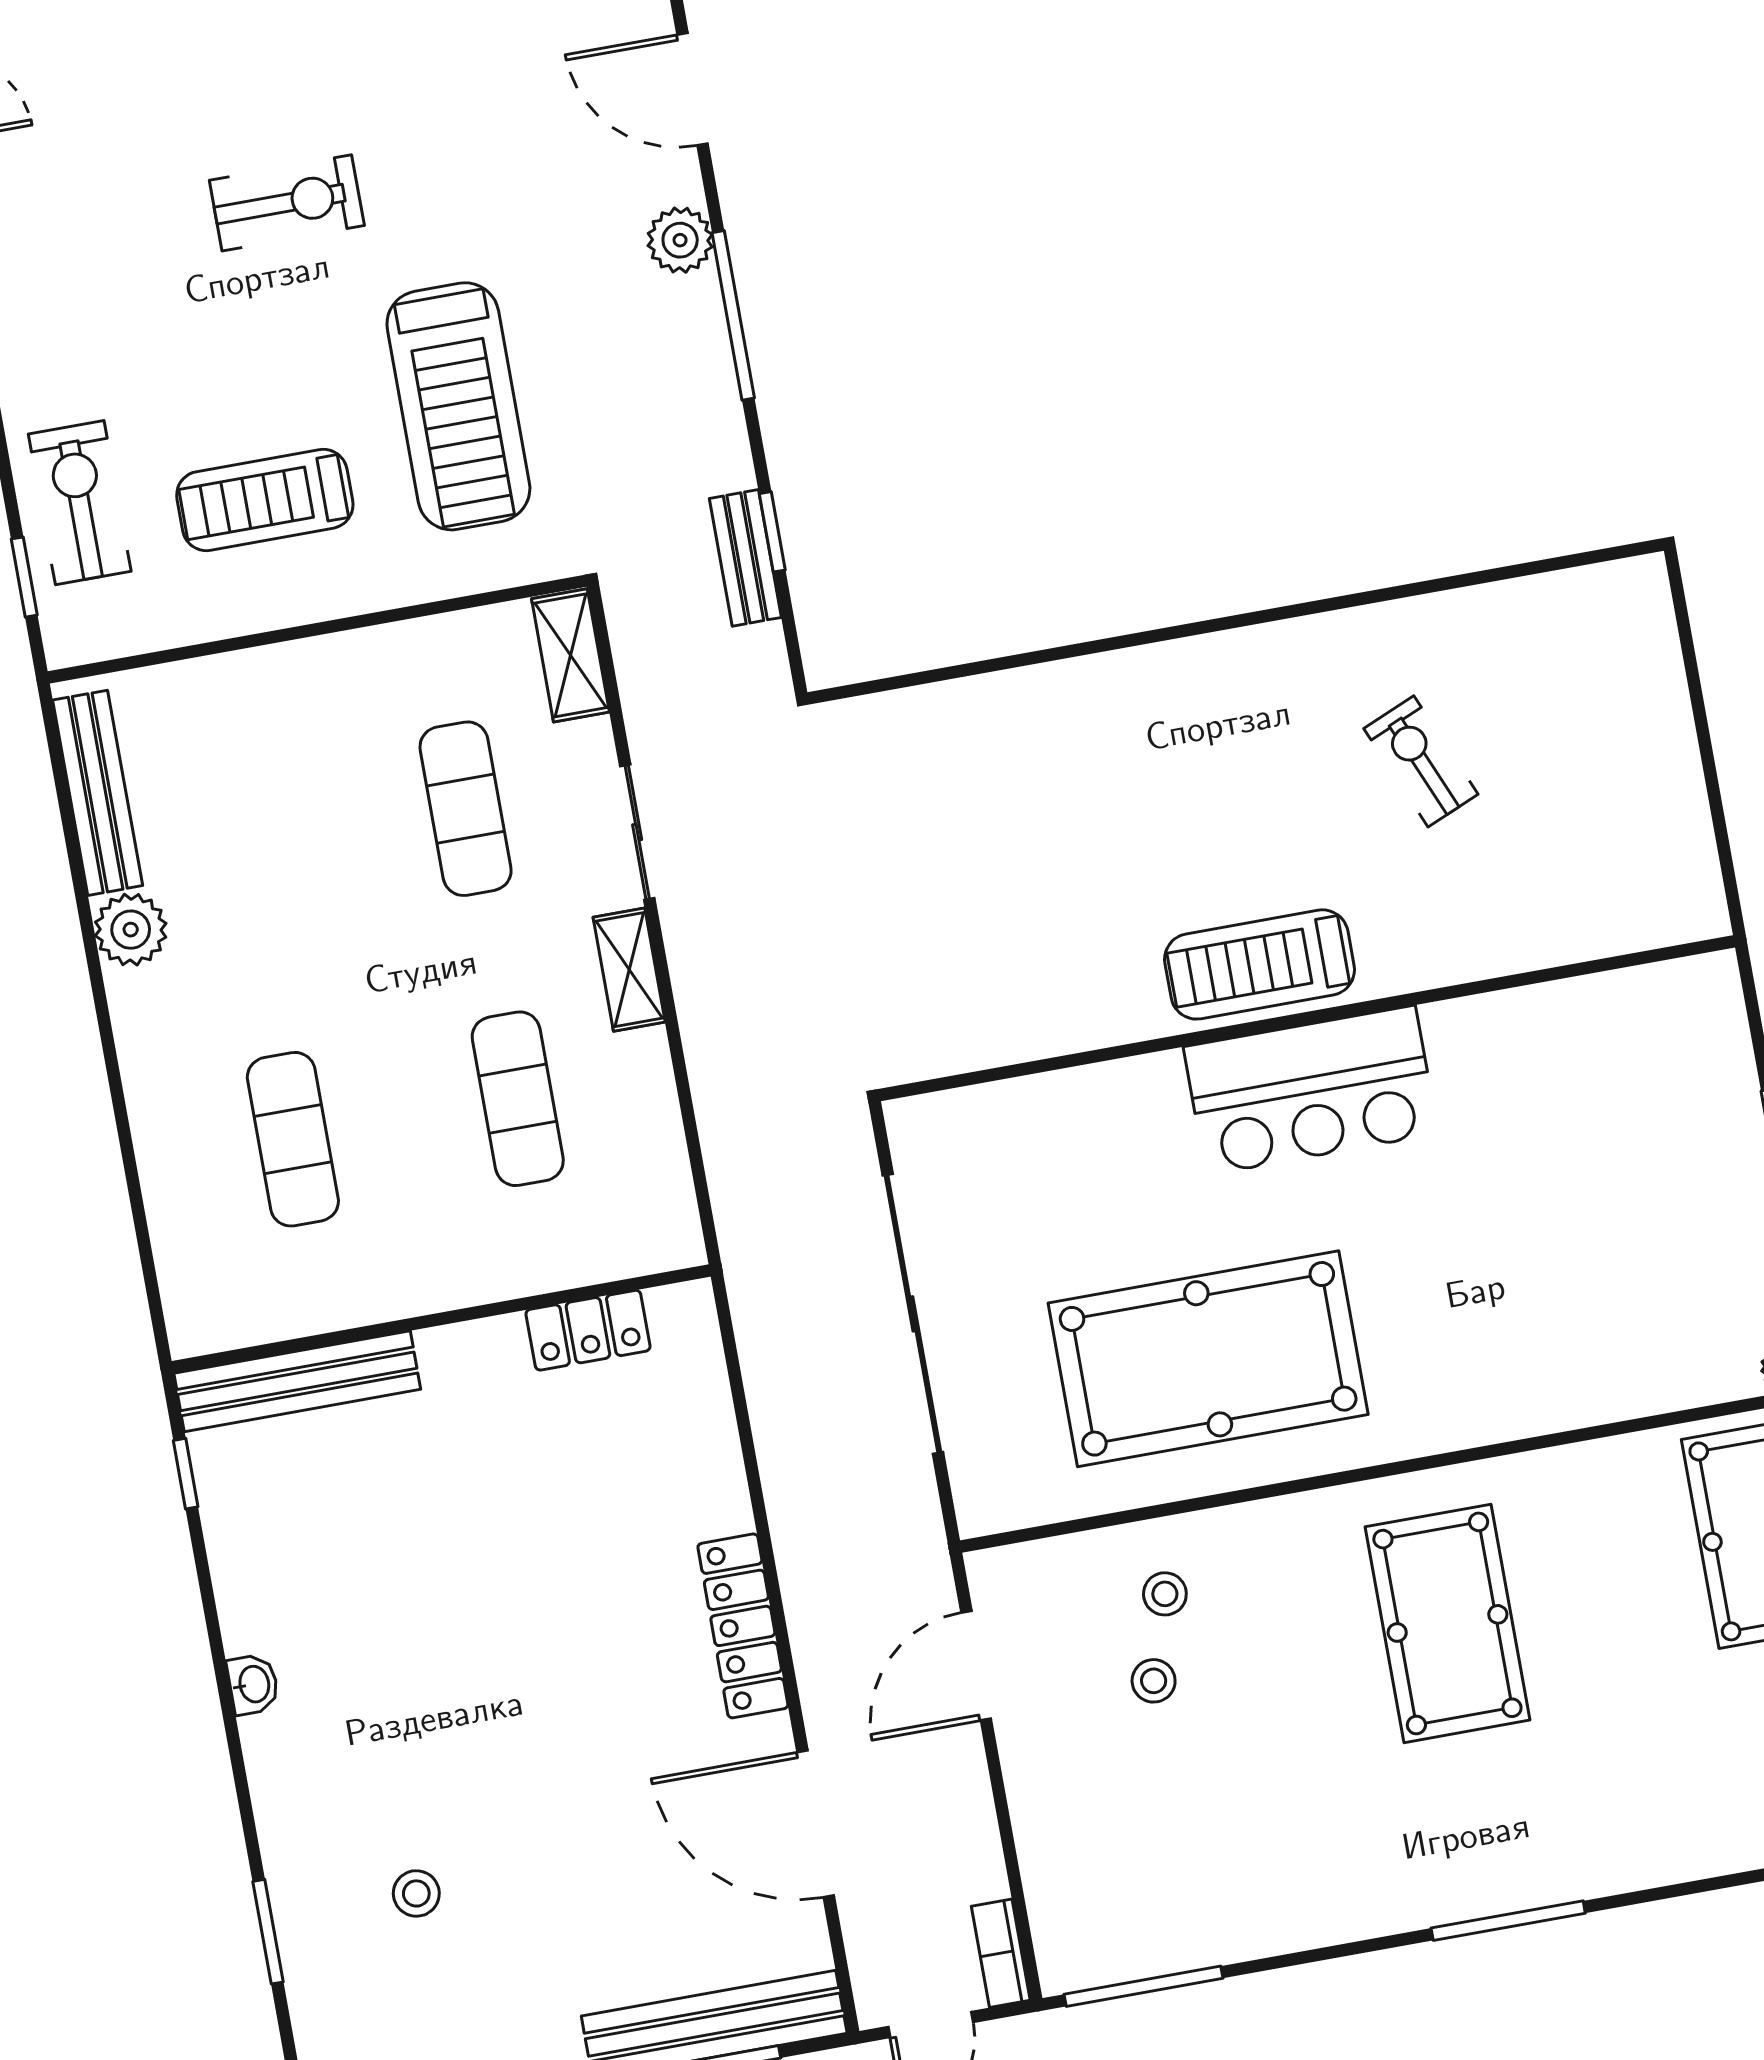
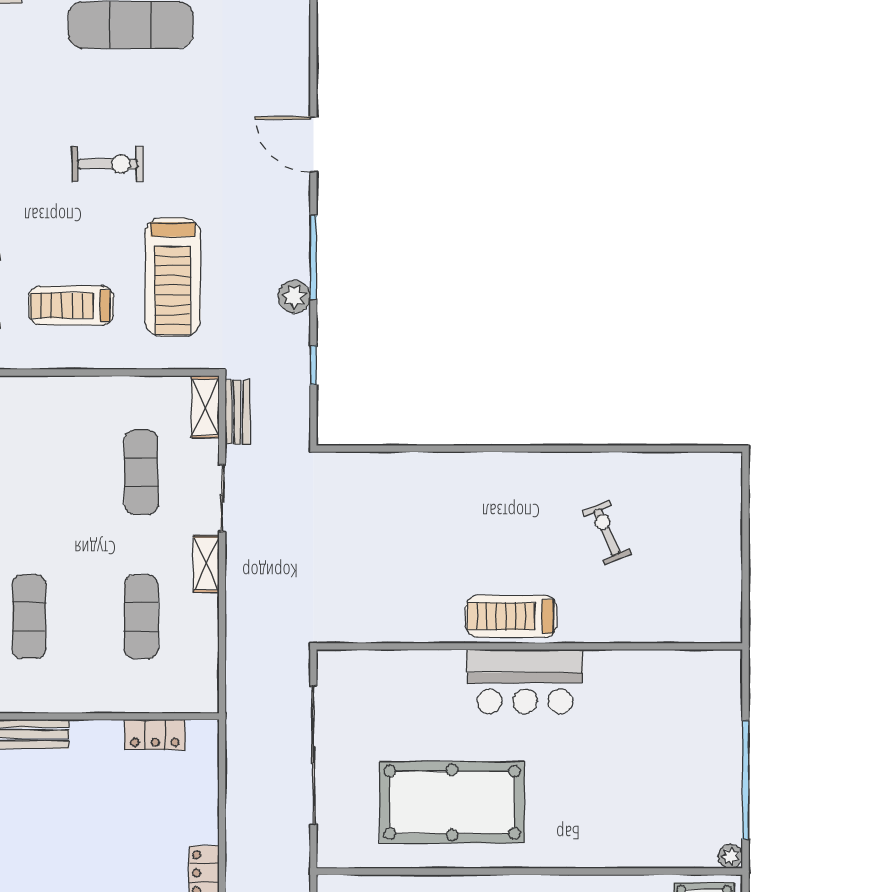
plant: (680, 240) -> (294, 297), moved
bench: (745, 558) -> (237, 412), moved

